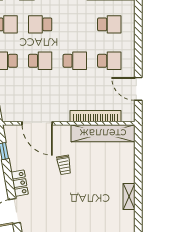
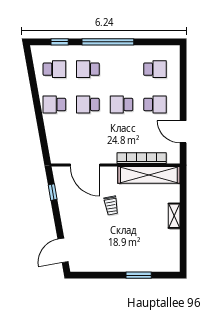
school desk: (40, 61) -> (88, 104), turned 180
school desk: (75, 61) -> (121, 104), turned 180
locker: (20, 183) -> (68, 223), removed
shelving: (129, 196) -> (174, 216), moved

